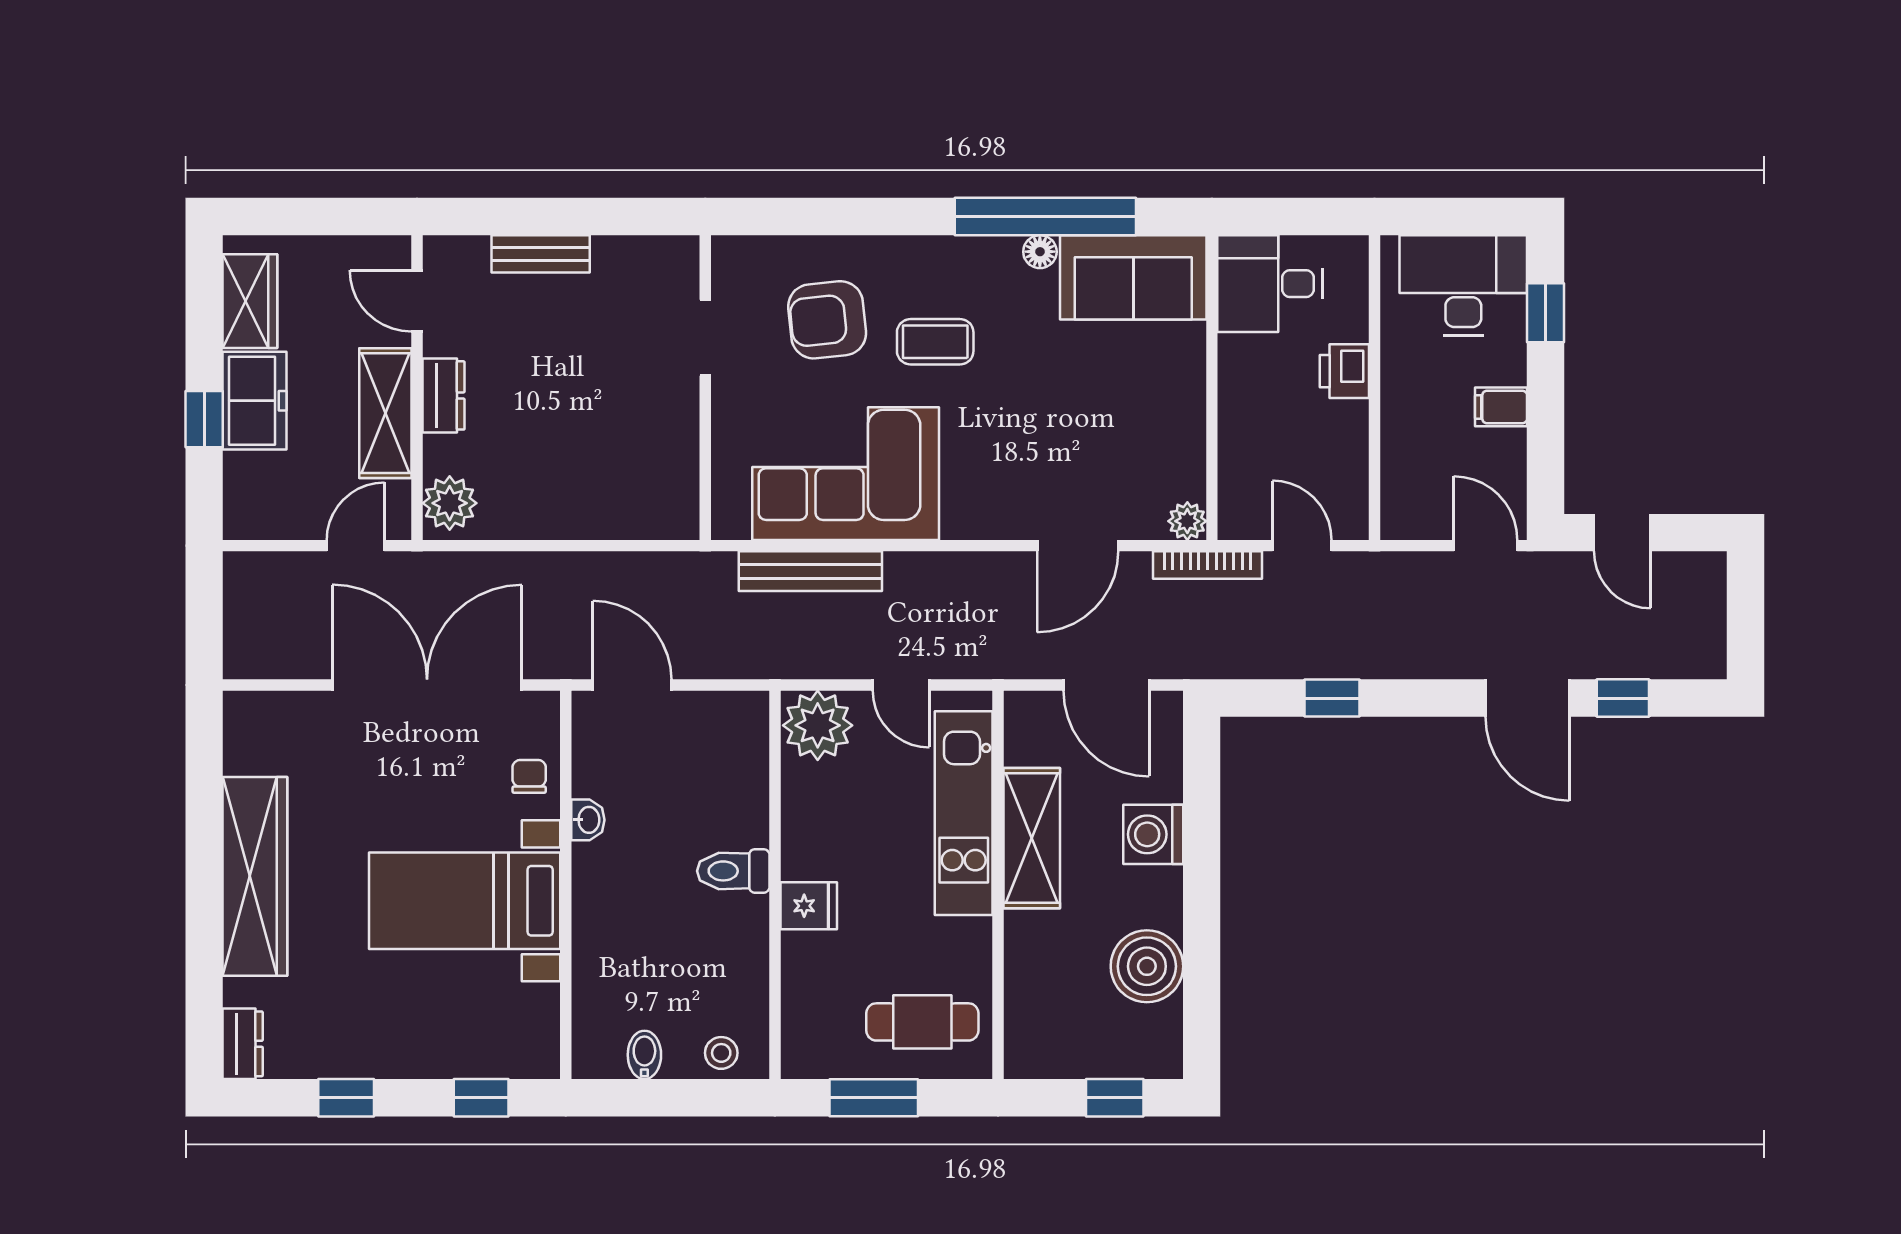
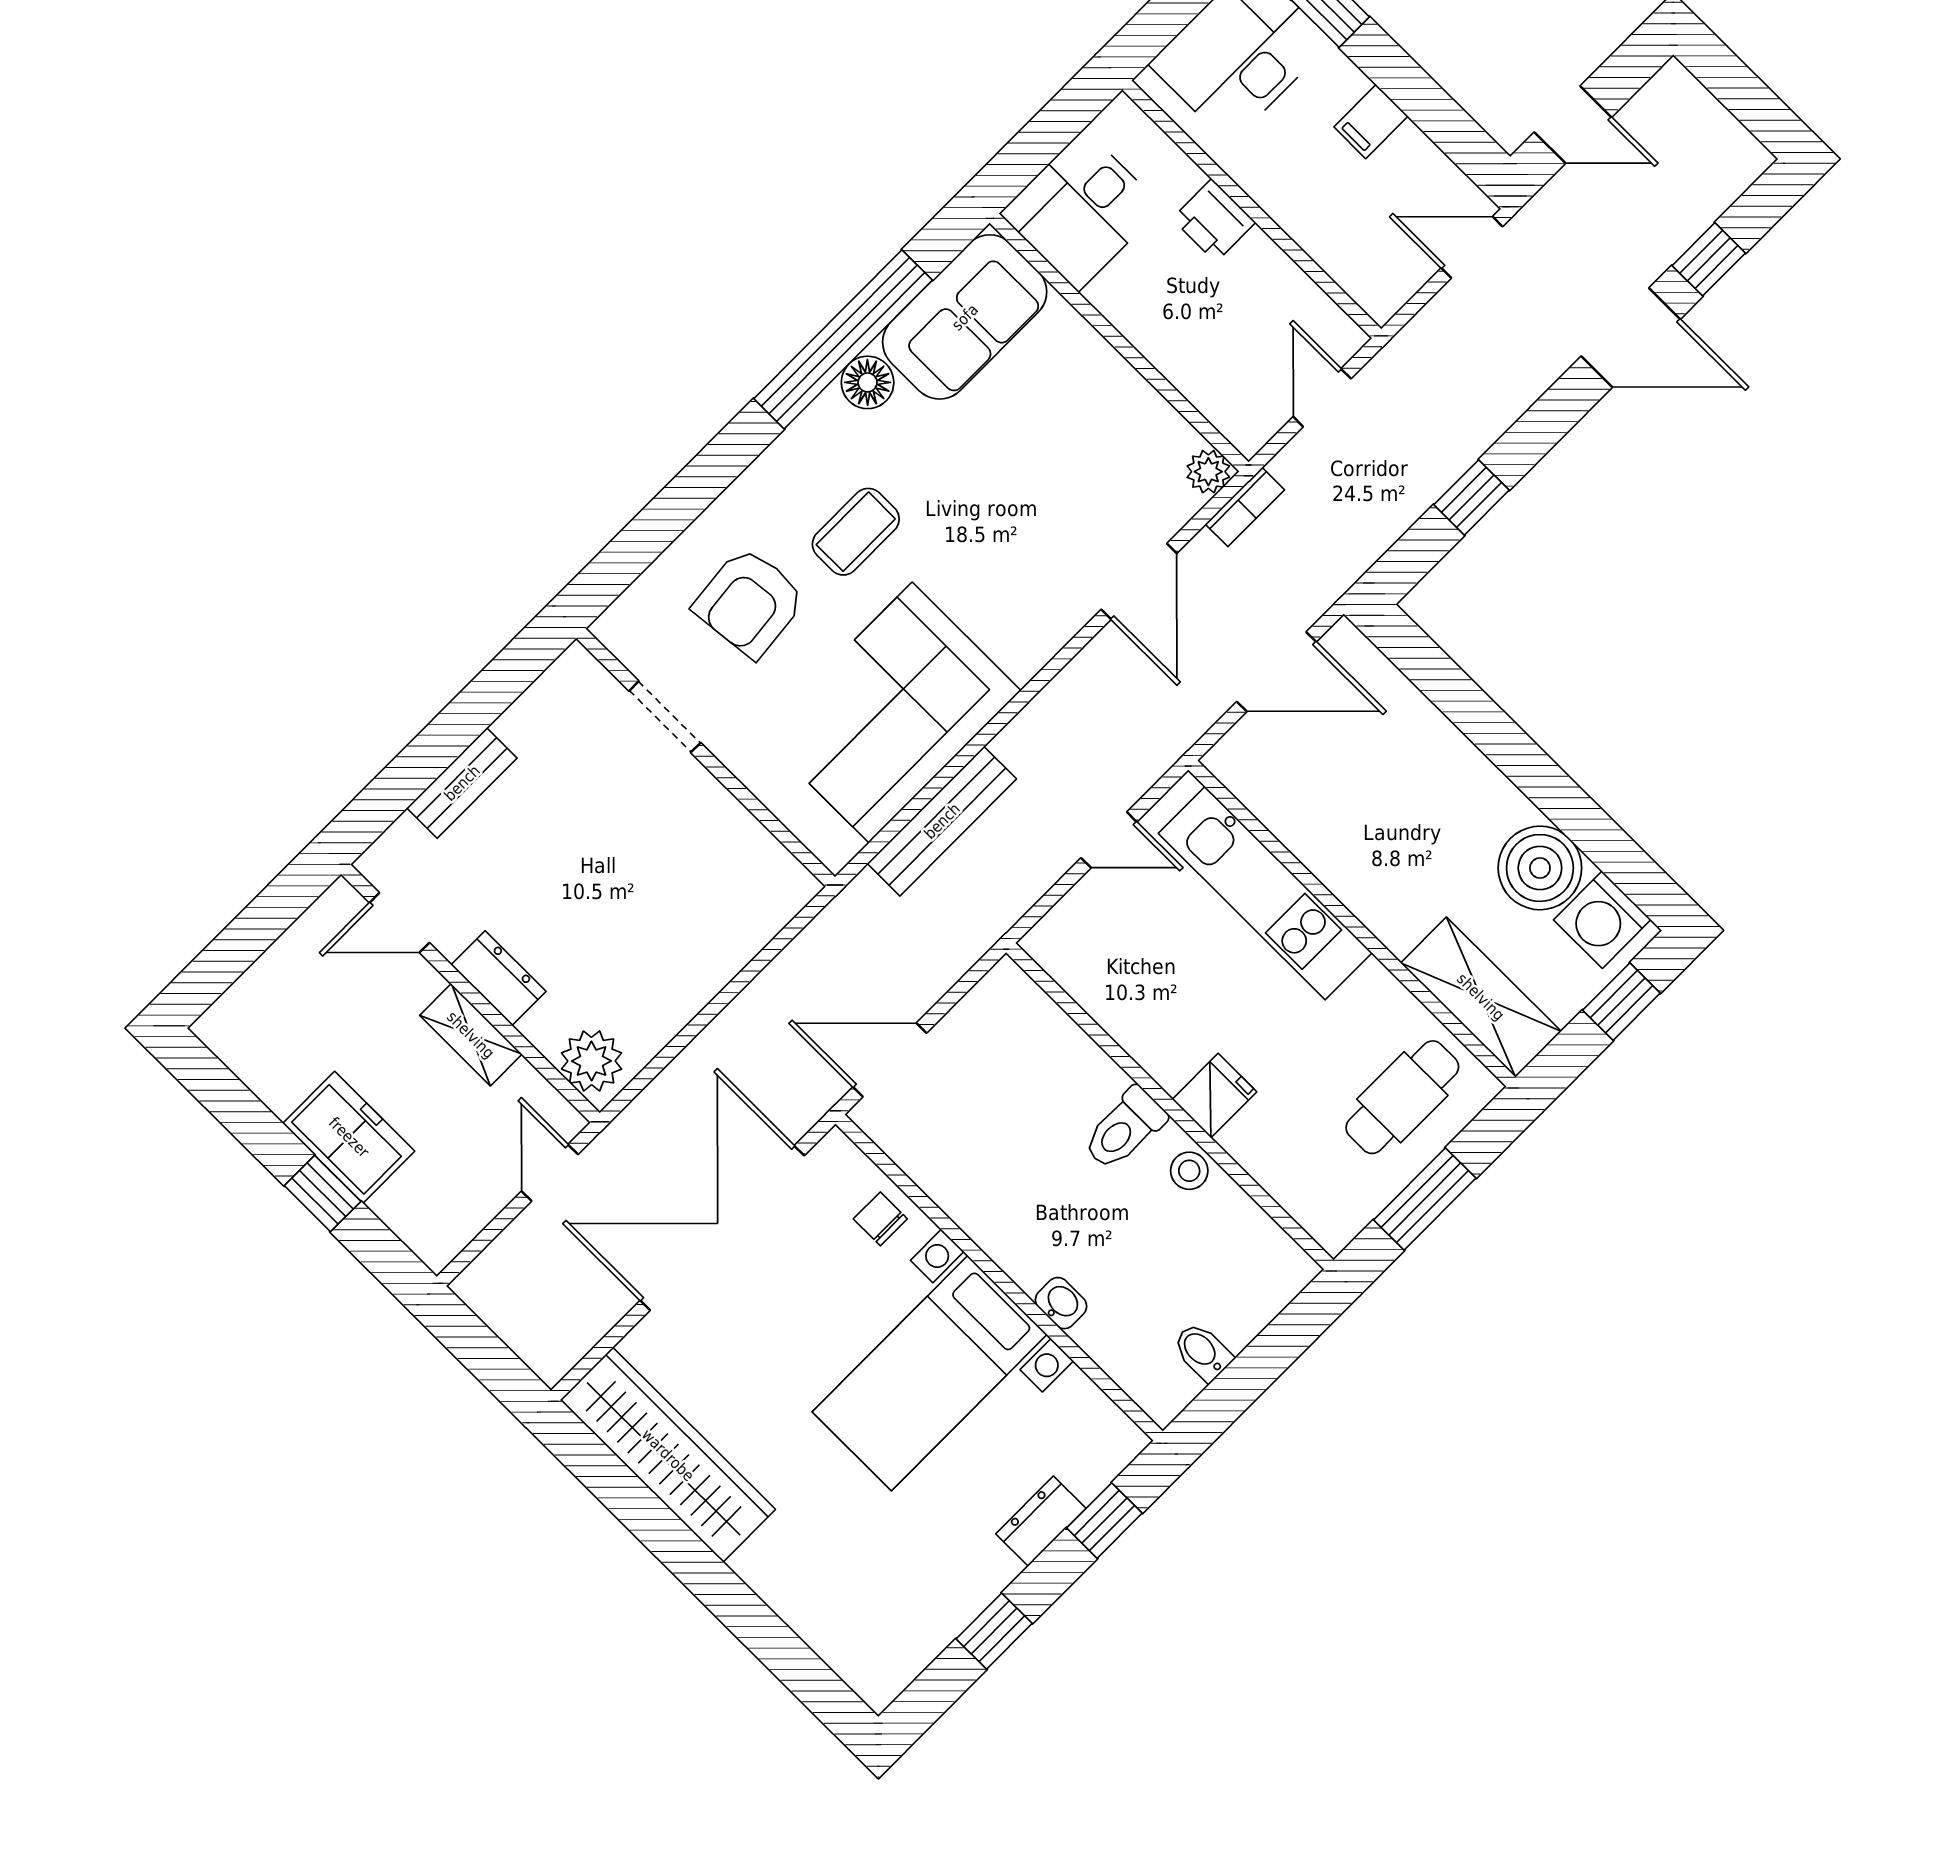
floor lamp: (1040, 252) -> (868, 382), width x1.37, depth x1.37
wardrobe: (250, 301) -> (263, 1060), removed
shelving: (385, 413) -> (471, 1035), width x0.67, depth x0.75
door: (1302, 546) -> (1322, 398), hinge flipped
bookcase: (1208, 565) -> (1245, 507), width x0.64
plant: (818, 725) -> (1074, 941), removed
washbasin: (588, 820) -> (1061, 1303), moved
washing machine: (1153, 834) -> (1602, 920), moved
shelving: (1032, 838) -> (1481, 997), moved
wardrobe: (255, 876) -> (668, 1455), moved
dresser: (243, 1044) -> (1041, 1521), moved, turned -90
stool: (721, 1053) -> (1189, 1171), moved

